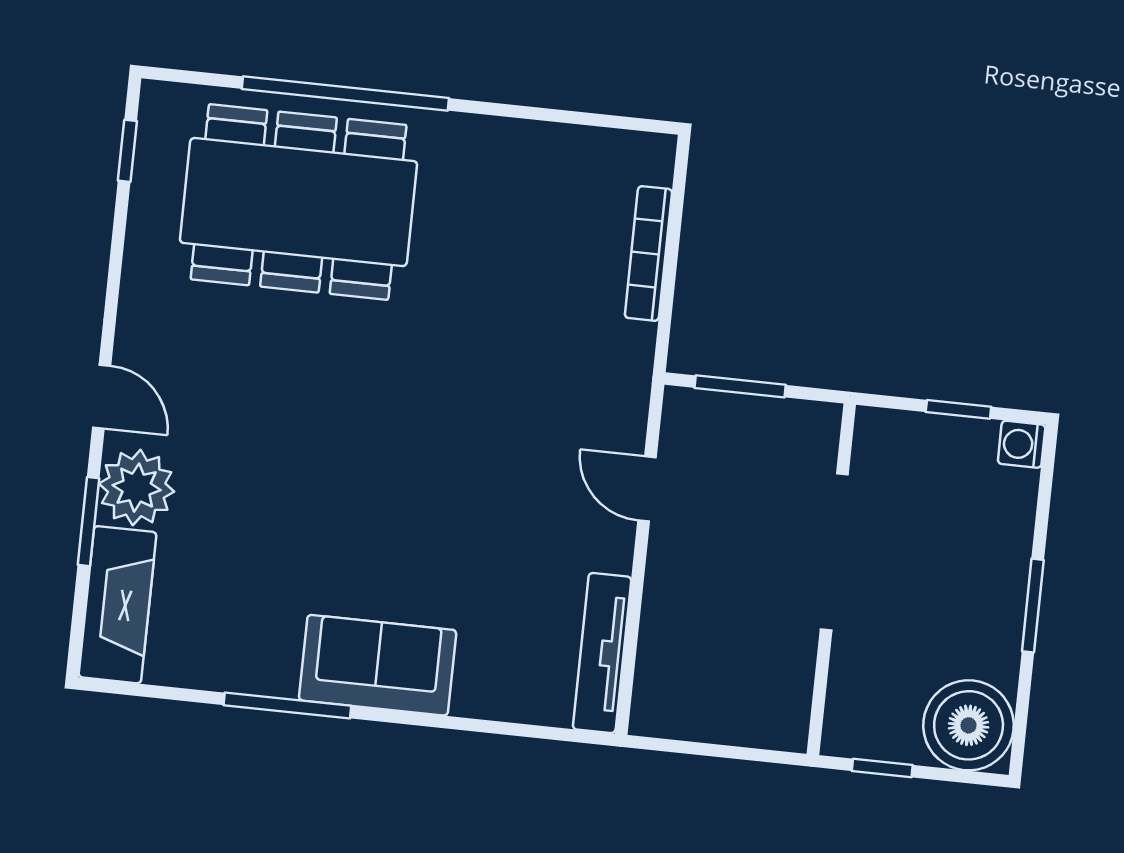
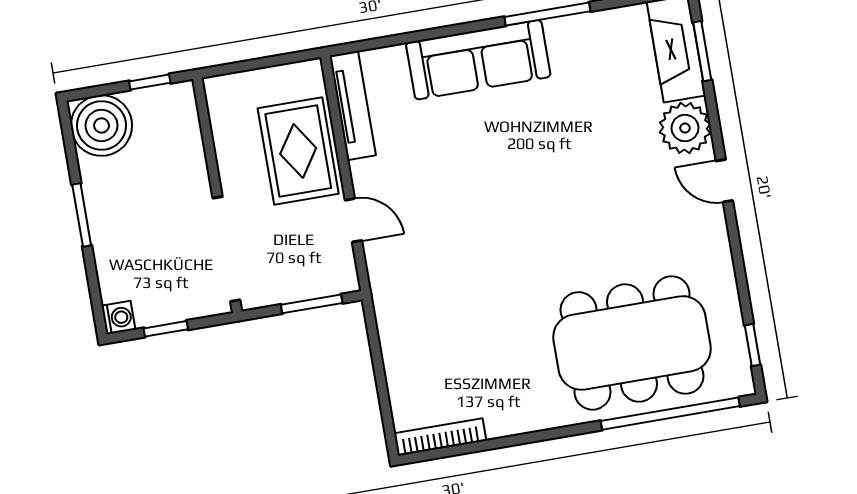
window: (345, 94) -> (670, 414), moved
bookcase: (648, 253) -> (440, 437), moved, turned -90
window: (88, 522) -> (702, 51), moved
doorway: (834, 552) -> (226, 249), moved
rug: (698, 610) -> (298, 151), added
sofa: (378, 665) -> (478, 60), width x1.36

